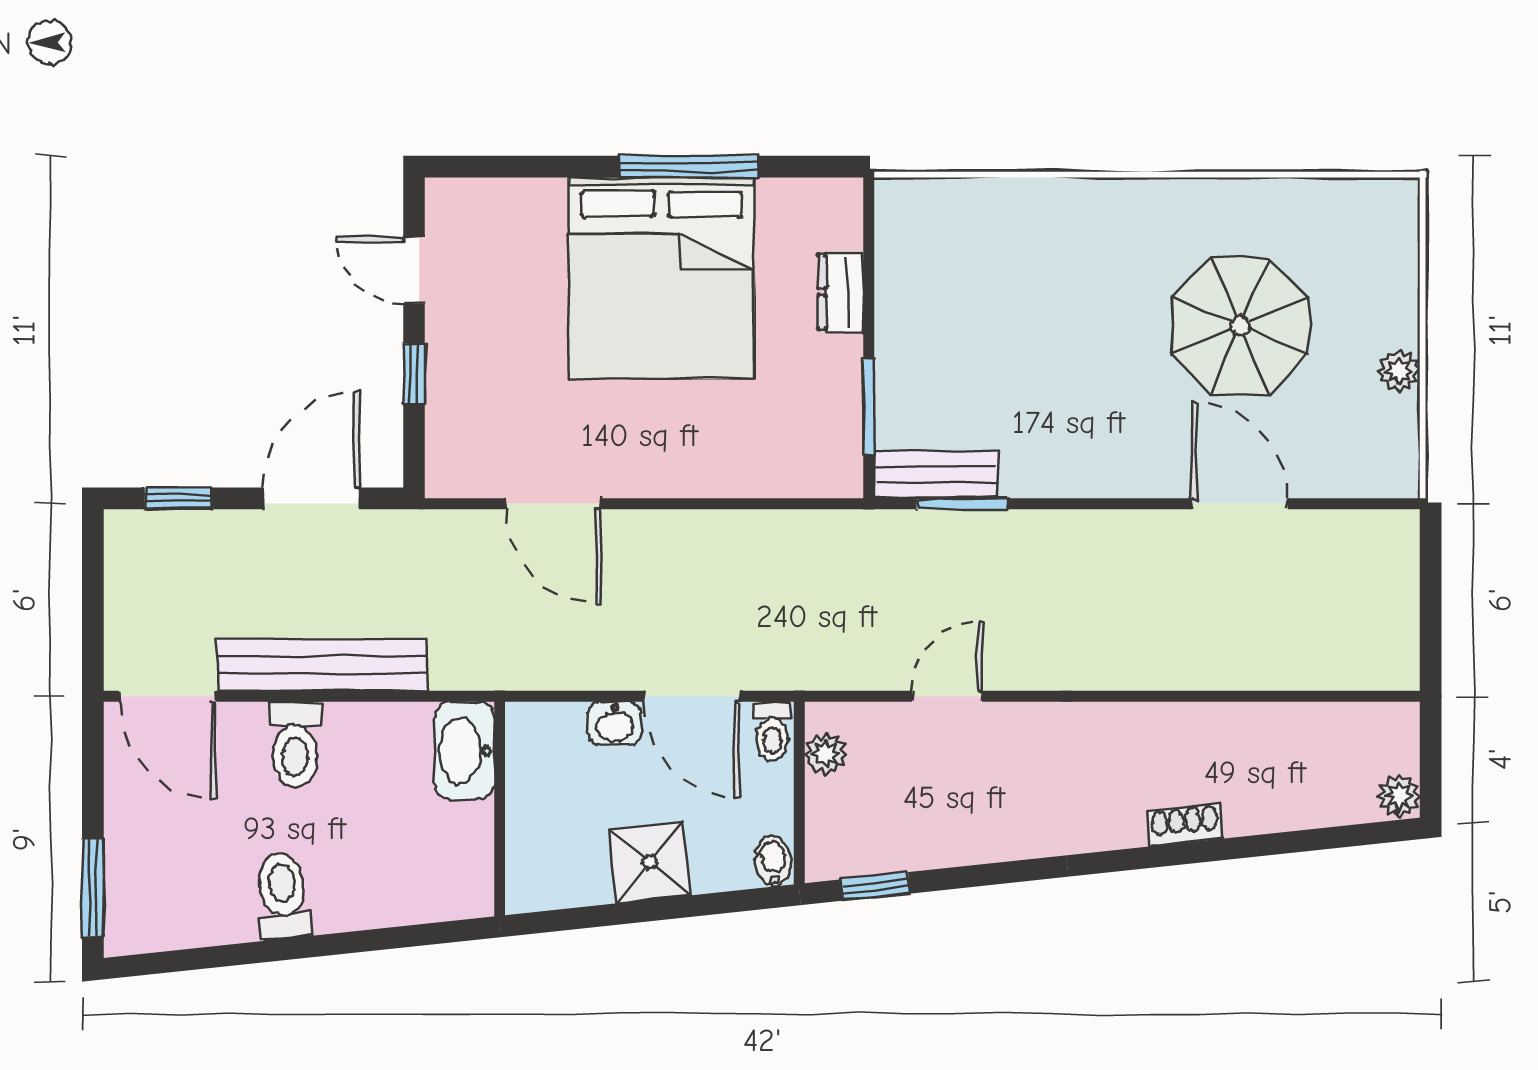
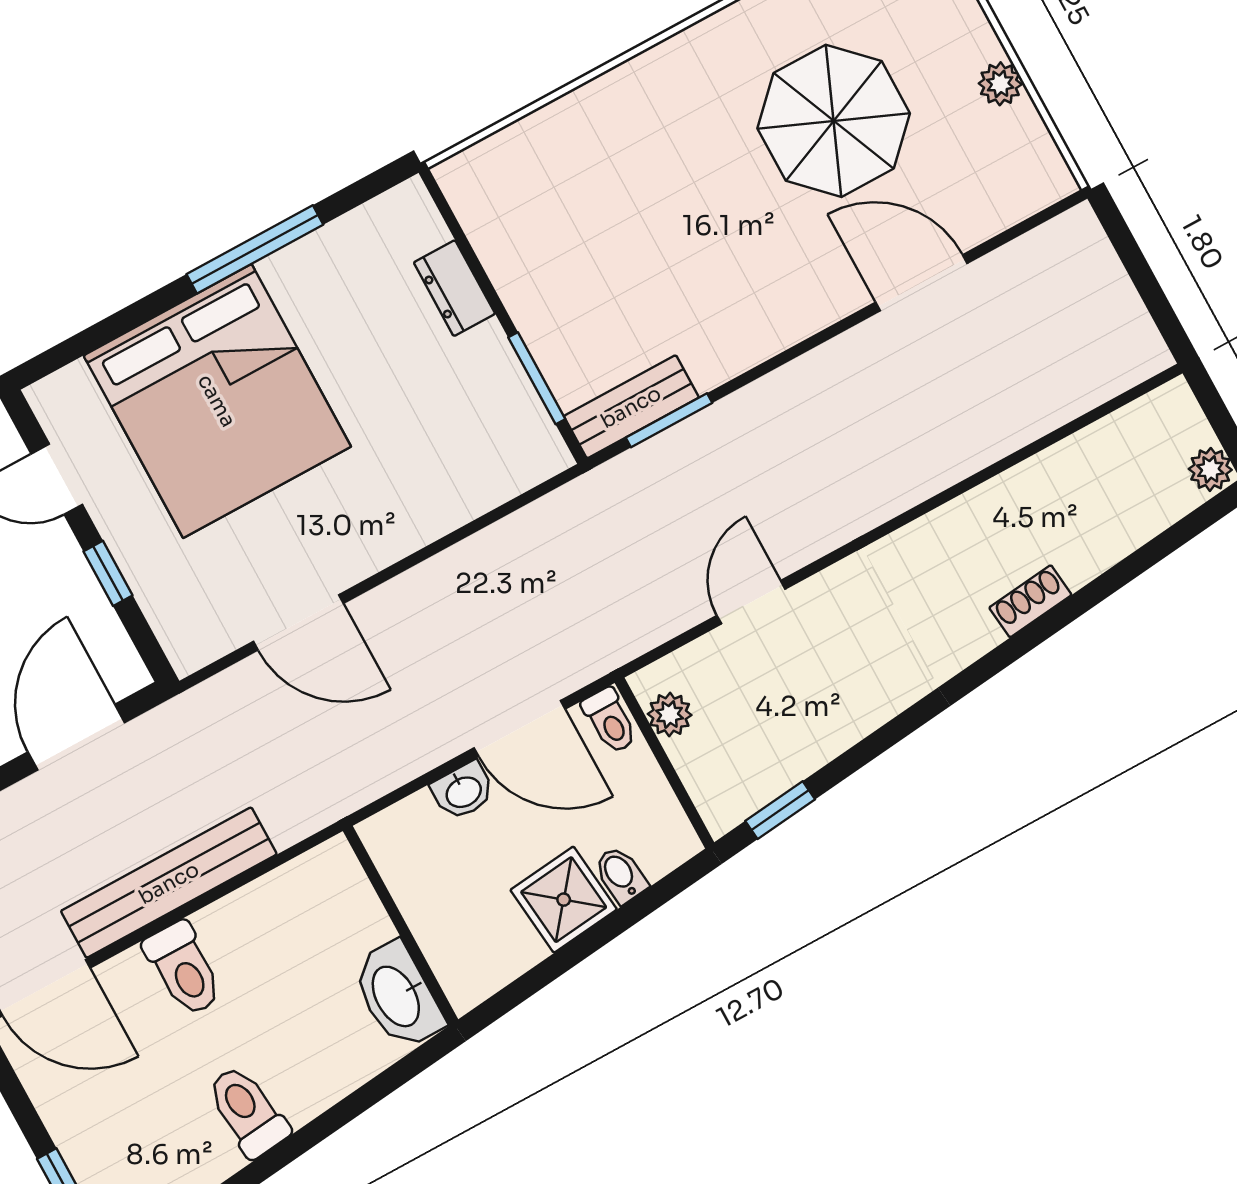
bed: (661, 278) -> (217, 401), moved
washbasin: (464, 751) -> (397, 996), moved
bidet: (773, 861) -> (621, 875), moved

